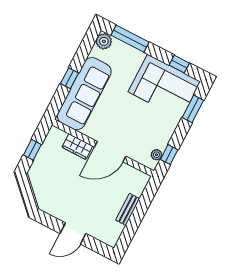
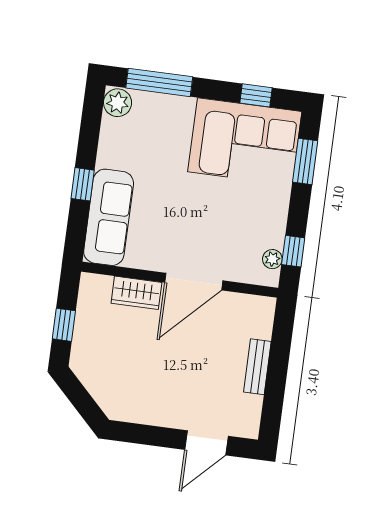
sofa: (84, 94) -> (109, 217), width x0.74, depth x0.79
door: (73, 233) -> (206, 443), moved

